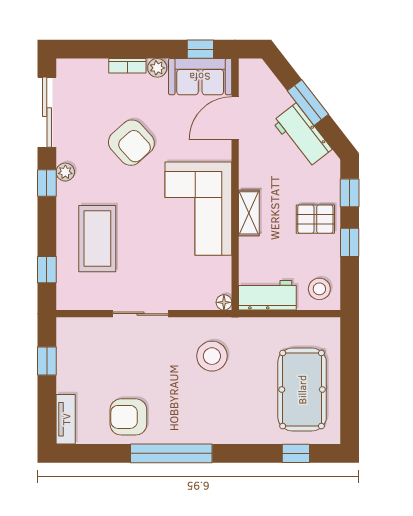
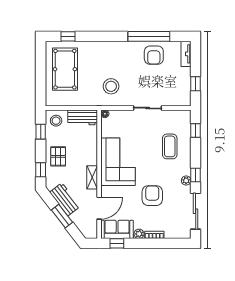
armchair: (131, 143) -> (152, 196), turned 42
shelving: (249, 213) -> (92, 177), moved
pallet: (315, 219) -> (58, 156), turned 90
coffee table: (97, 239) -> (170, 146), width x0.73, depth x0.76
window: (350, 242) -> (41, 132), moved
armchair: (128, 417) -> (154, 55), turned 90
window: (171, 453) -> (149, 36), moved

